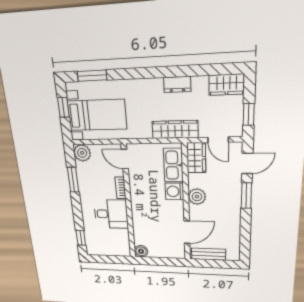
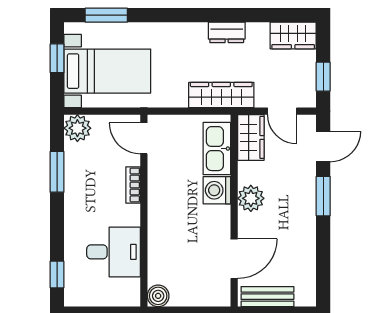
desk: (111, 214) -> (114, 252), moved

